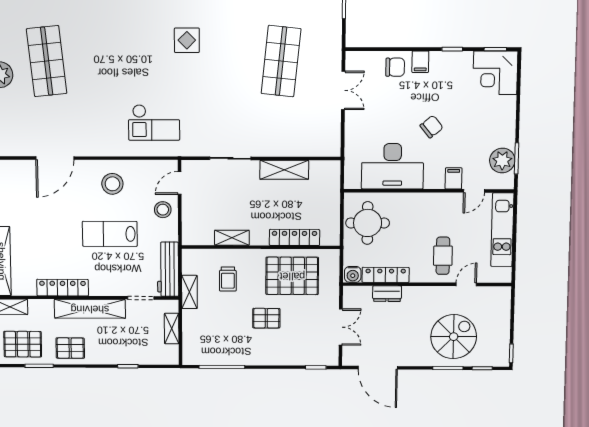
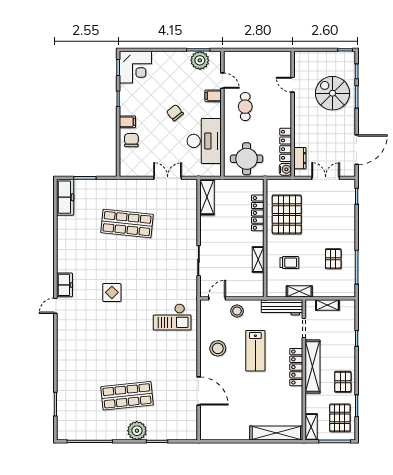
double door: (343, 90) -> (168, 178), moved
checkout: (154, 122) -> (172, 317), turned 90
shelving: (284, 170) -> (207, 197), moved
door: (180, 183) -> (217, 298), swing flipped
kitchen unit: (502, 230) -> (251, 59), removed
cafe table: (443, 256) -> (245, 107), moved, turned 90
locker: (63, 288) -> (296, 367), moved
dresser: (387, 294) -> (300, 158), moved
pallet: (266, 318) -> (333, 259), moved

